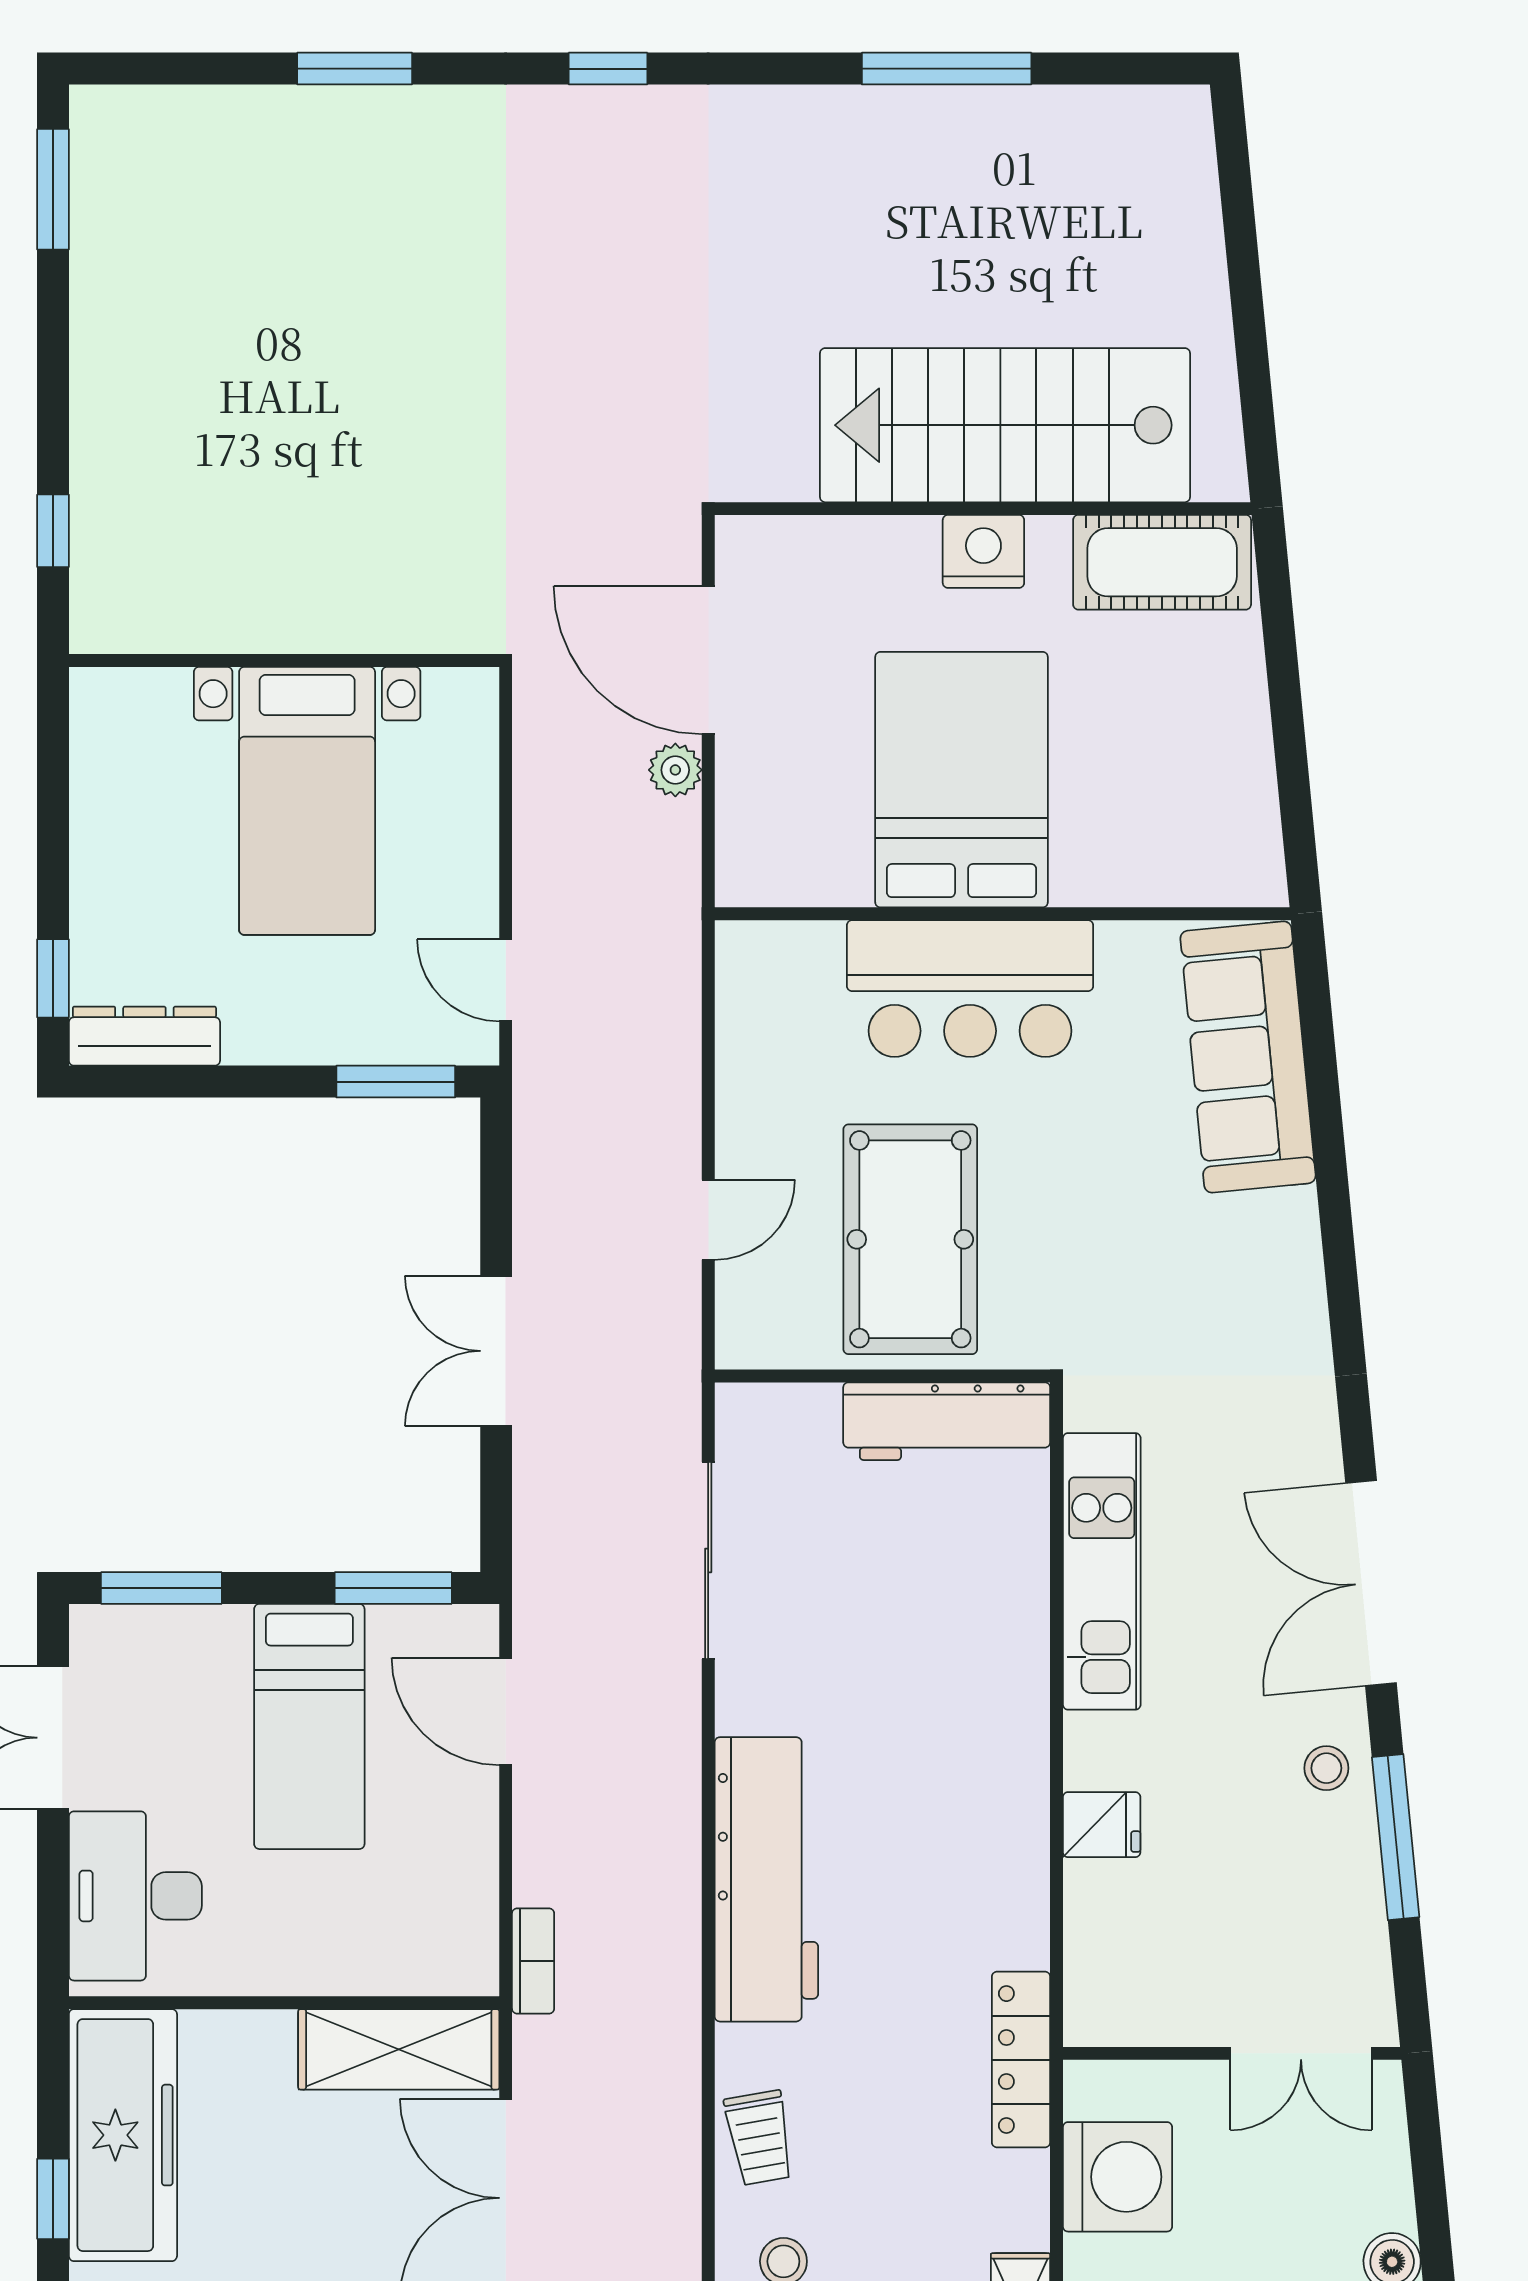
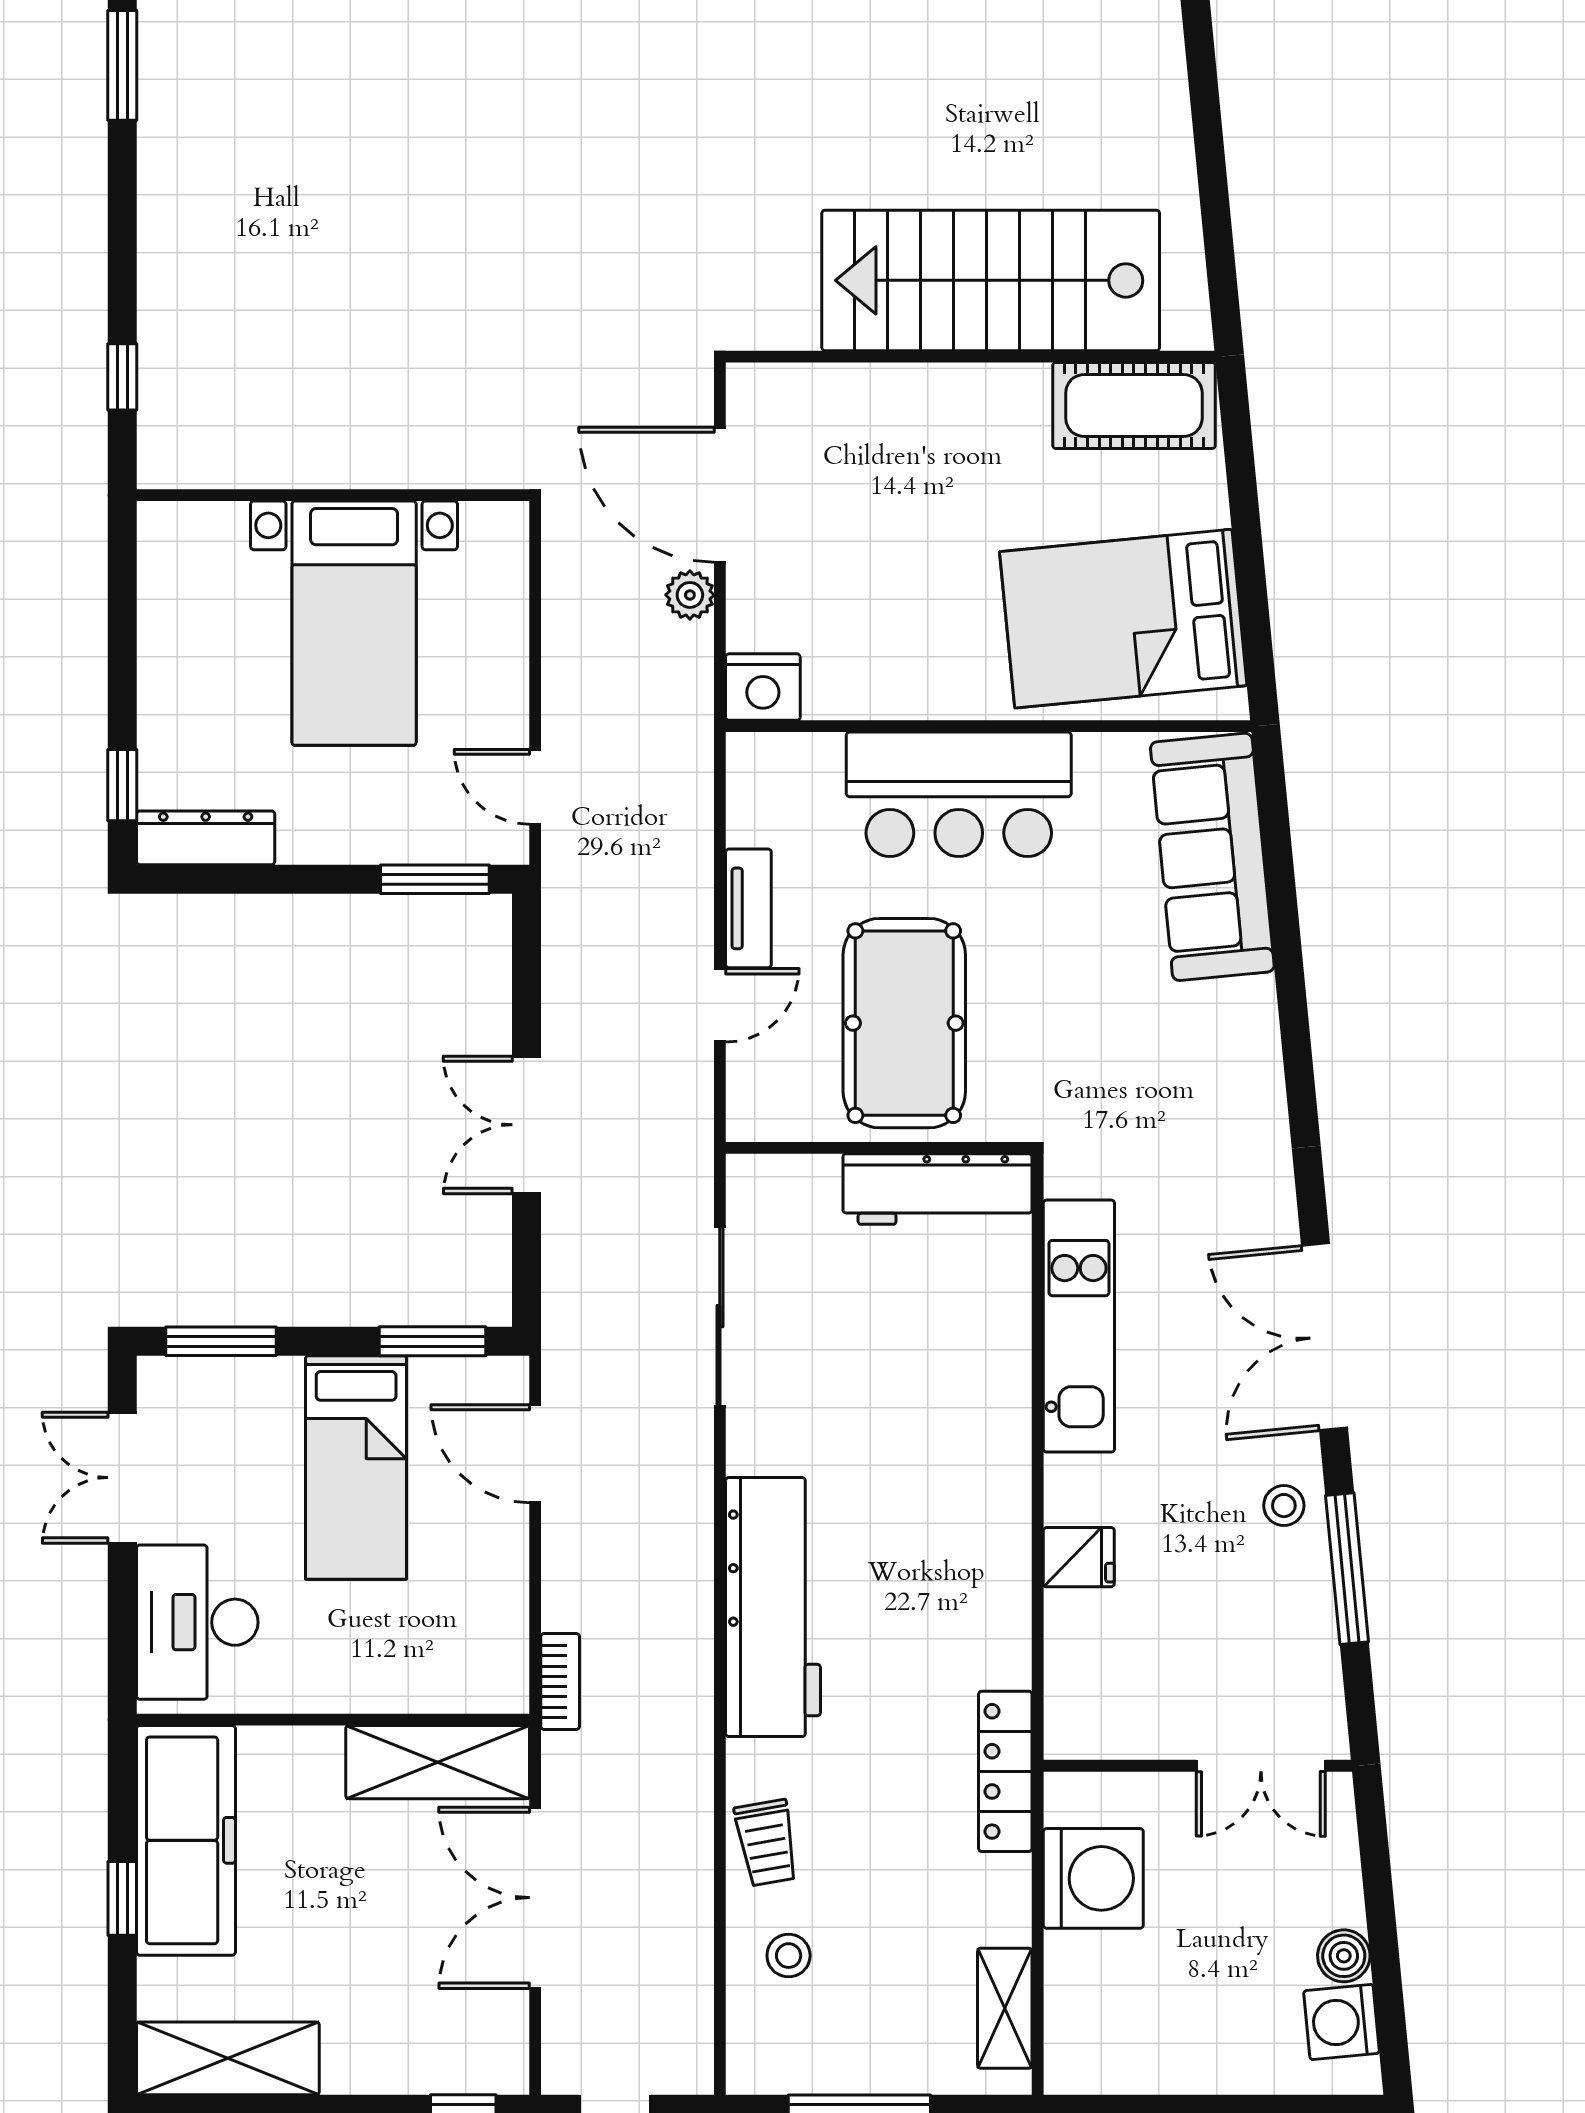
nightstand: (983, 551) -> (763, 687), moved, turned 180
bed: (962, 780) -> (1123, 619), moved, turned -96
tv unit: (739, 1114) -> (748, 908), added

